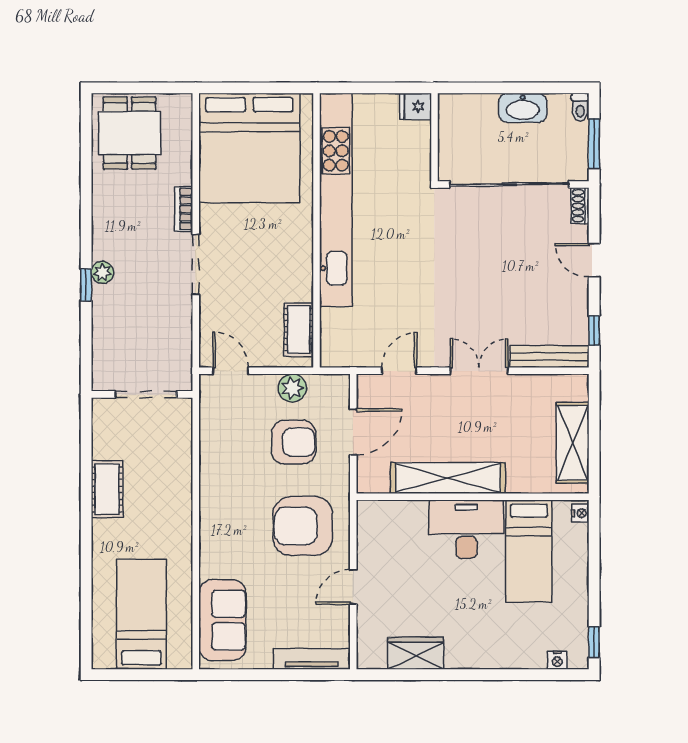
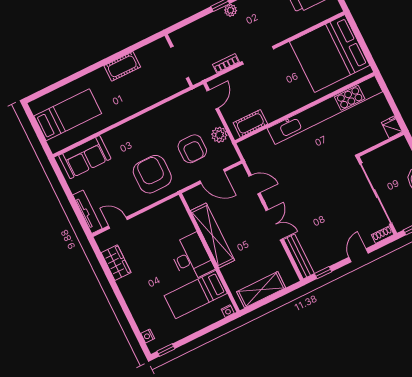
bookcase: (184, 209) -> (226, 63), moved
door: (353, 587) -> (118, 223), moved

